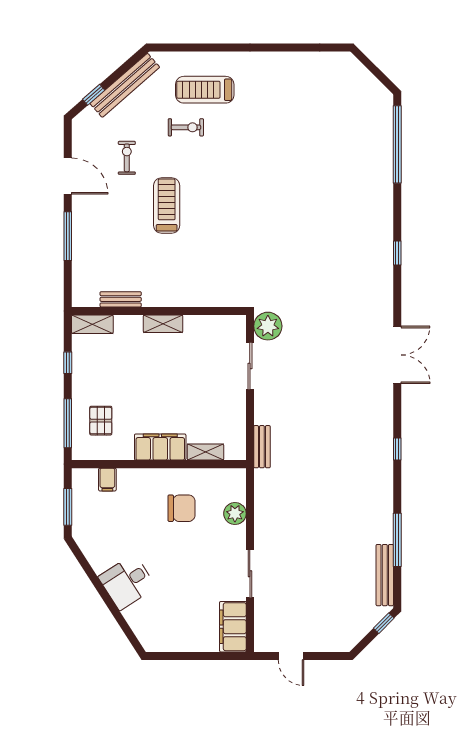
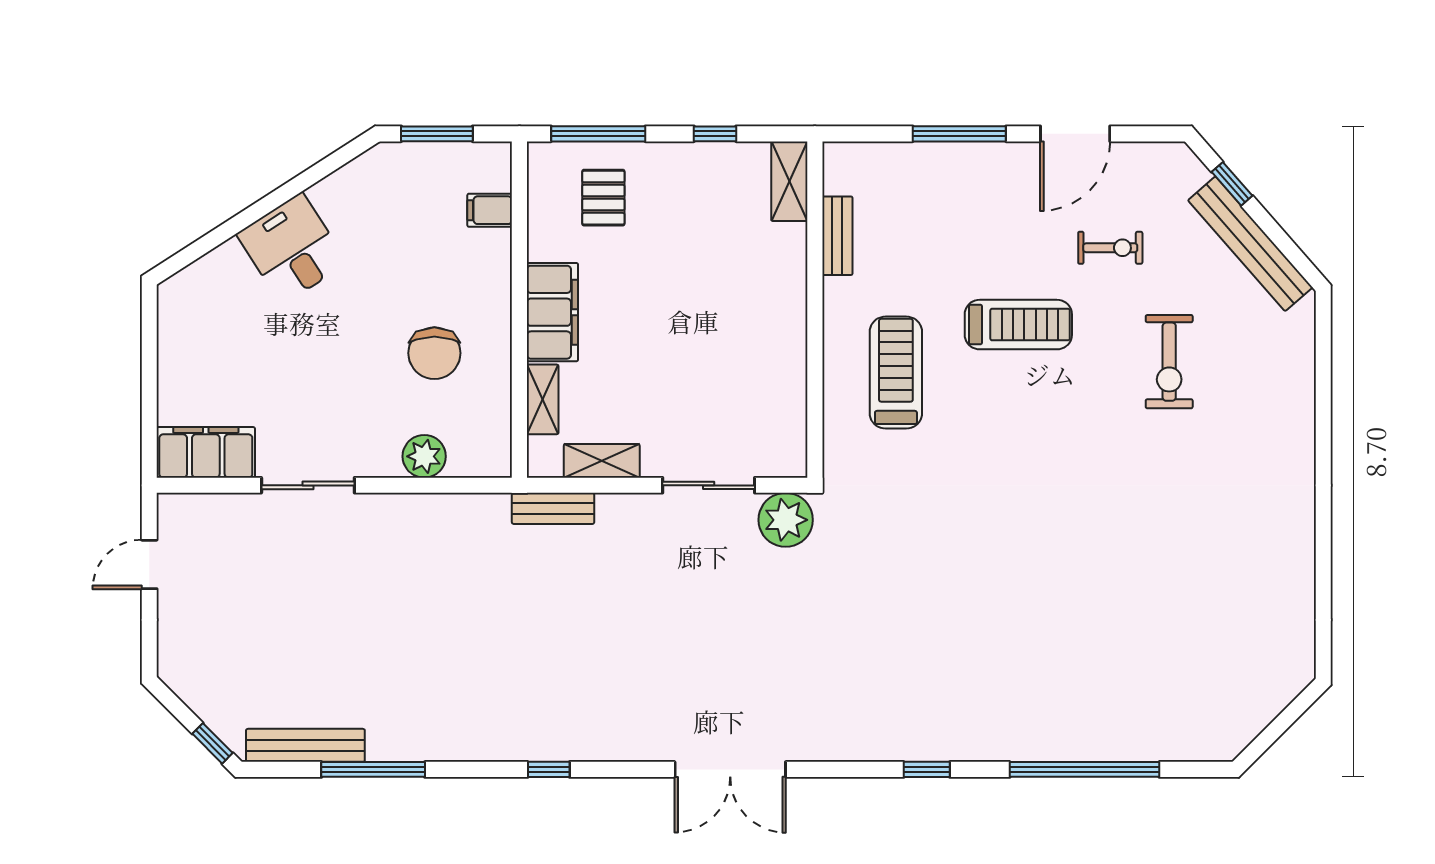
treadmill: (205, 90) -> (896, 373), moved
exercise bike: (186, 127) -> (1169, 362), width x1.38, depth x1.39
window: (397, 144) -> (1084, 769), moved
shelving: (163, 324) -> (602, 461), moved, turned 90
pallet: (101, 421) -> (603, 198), turned 90

